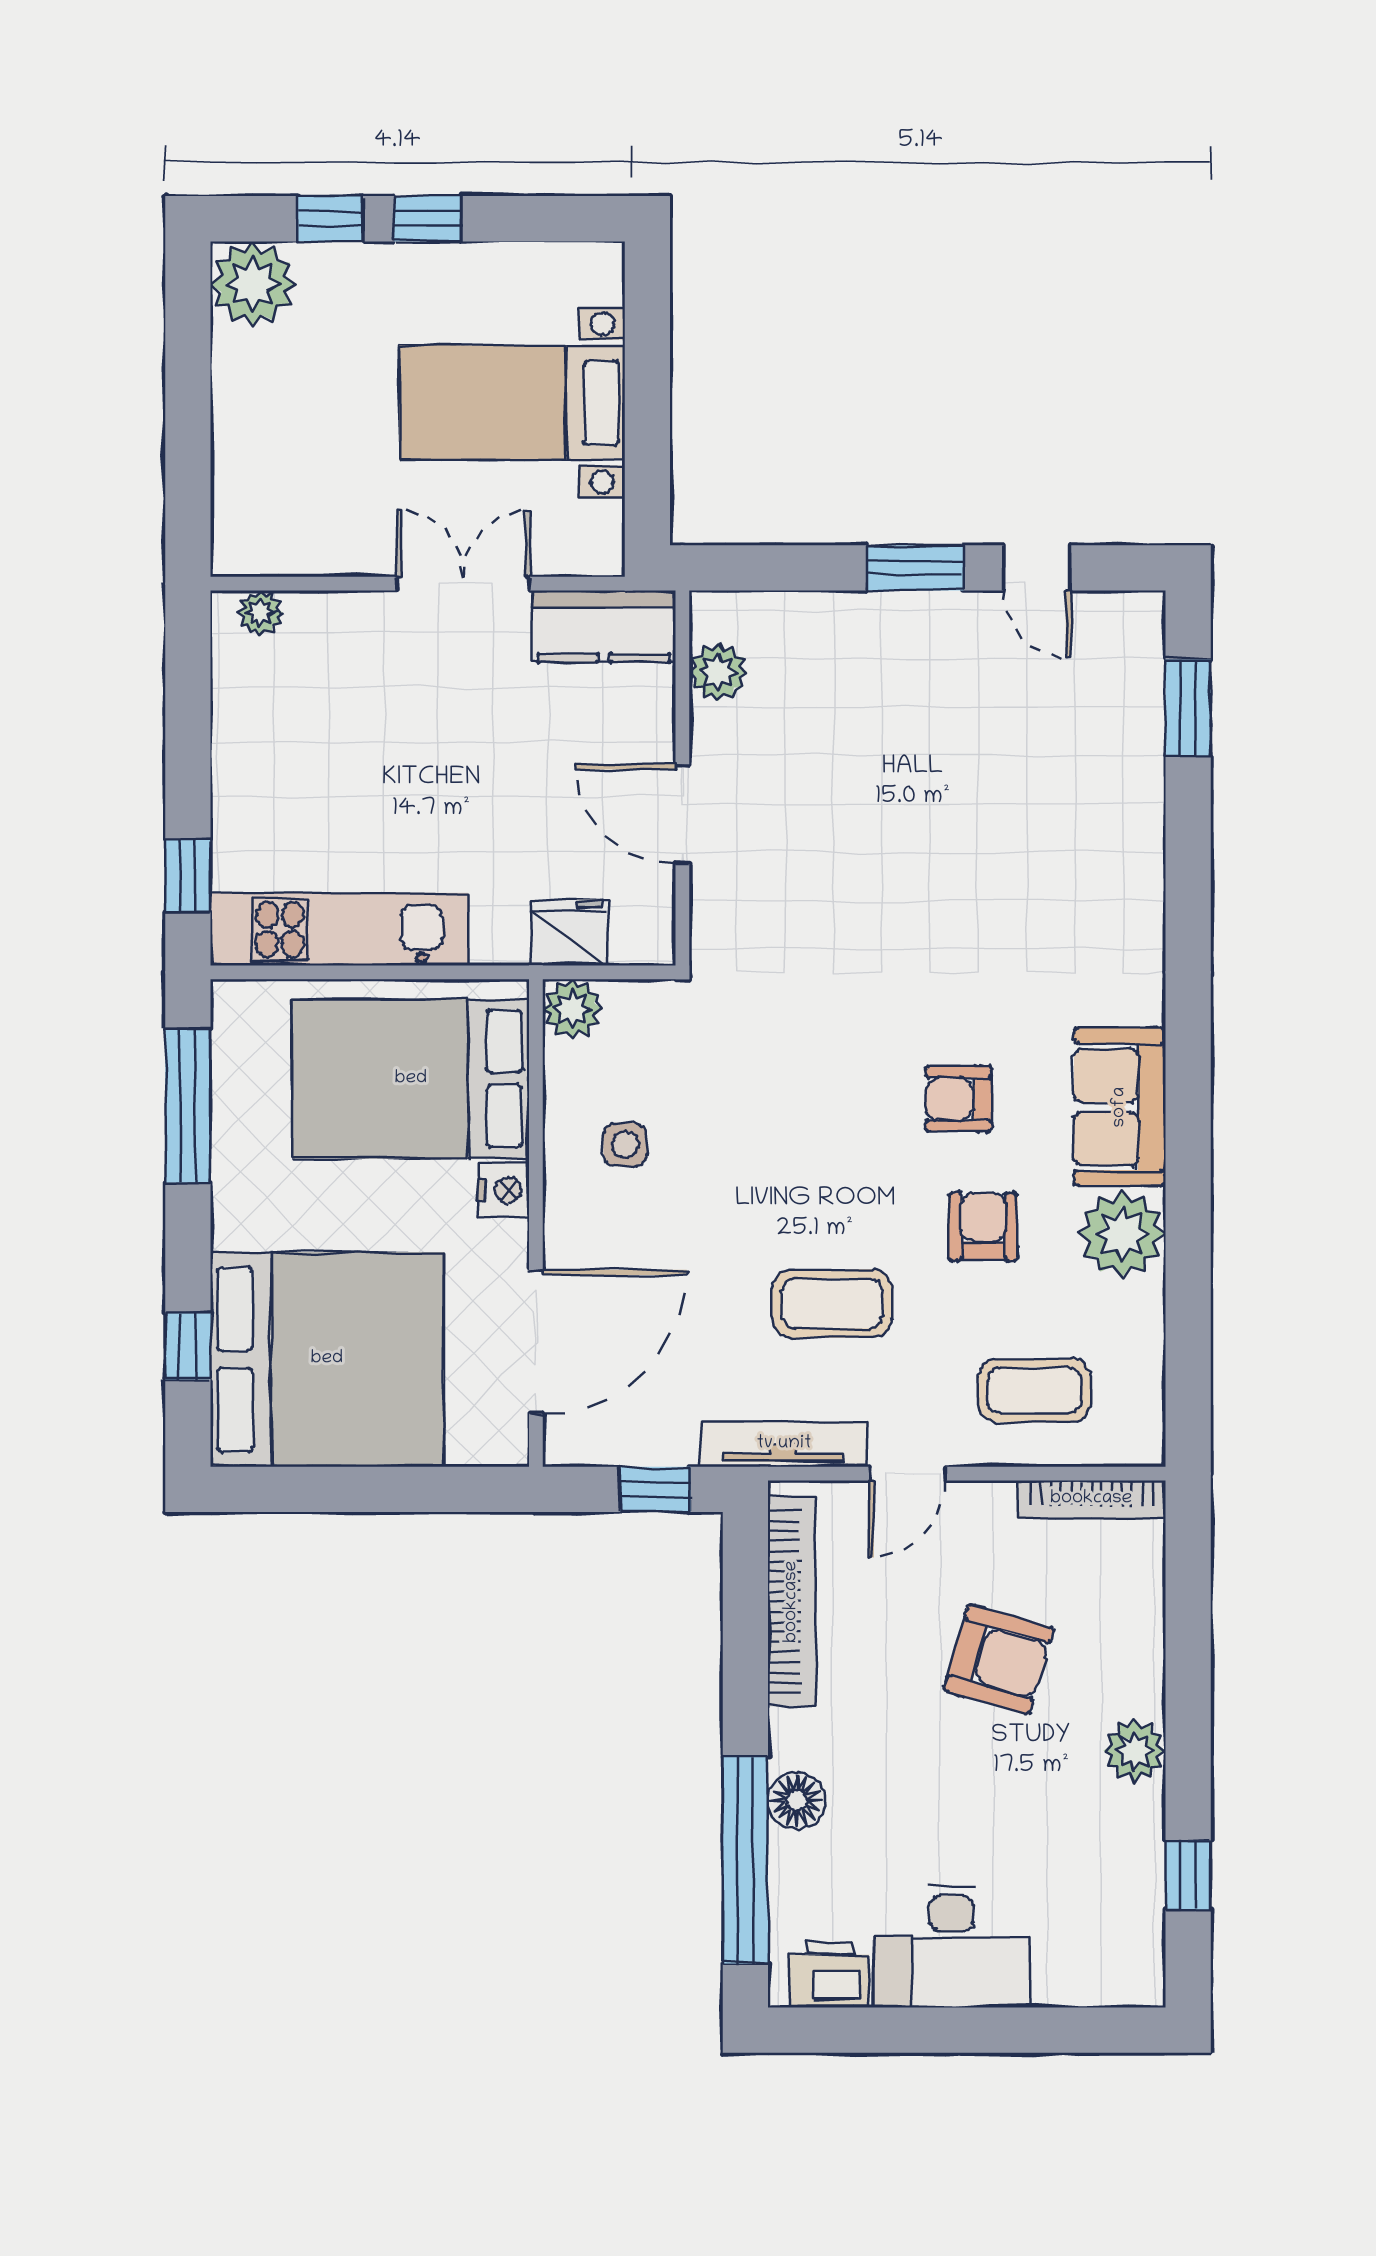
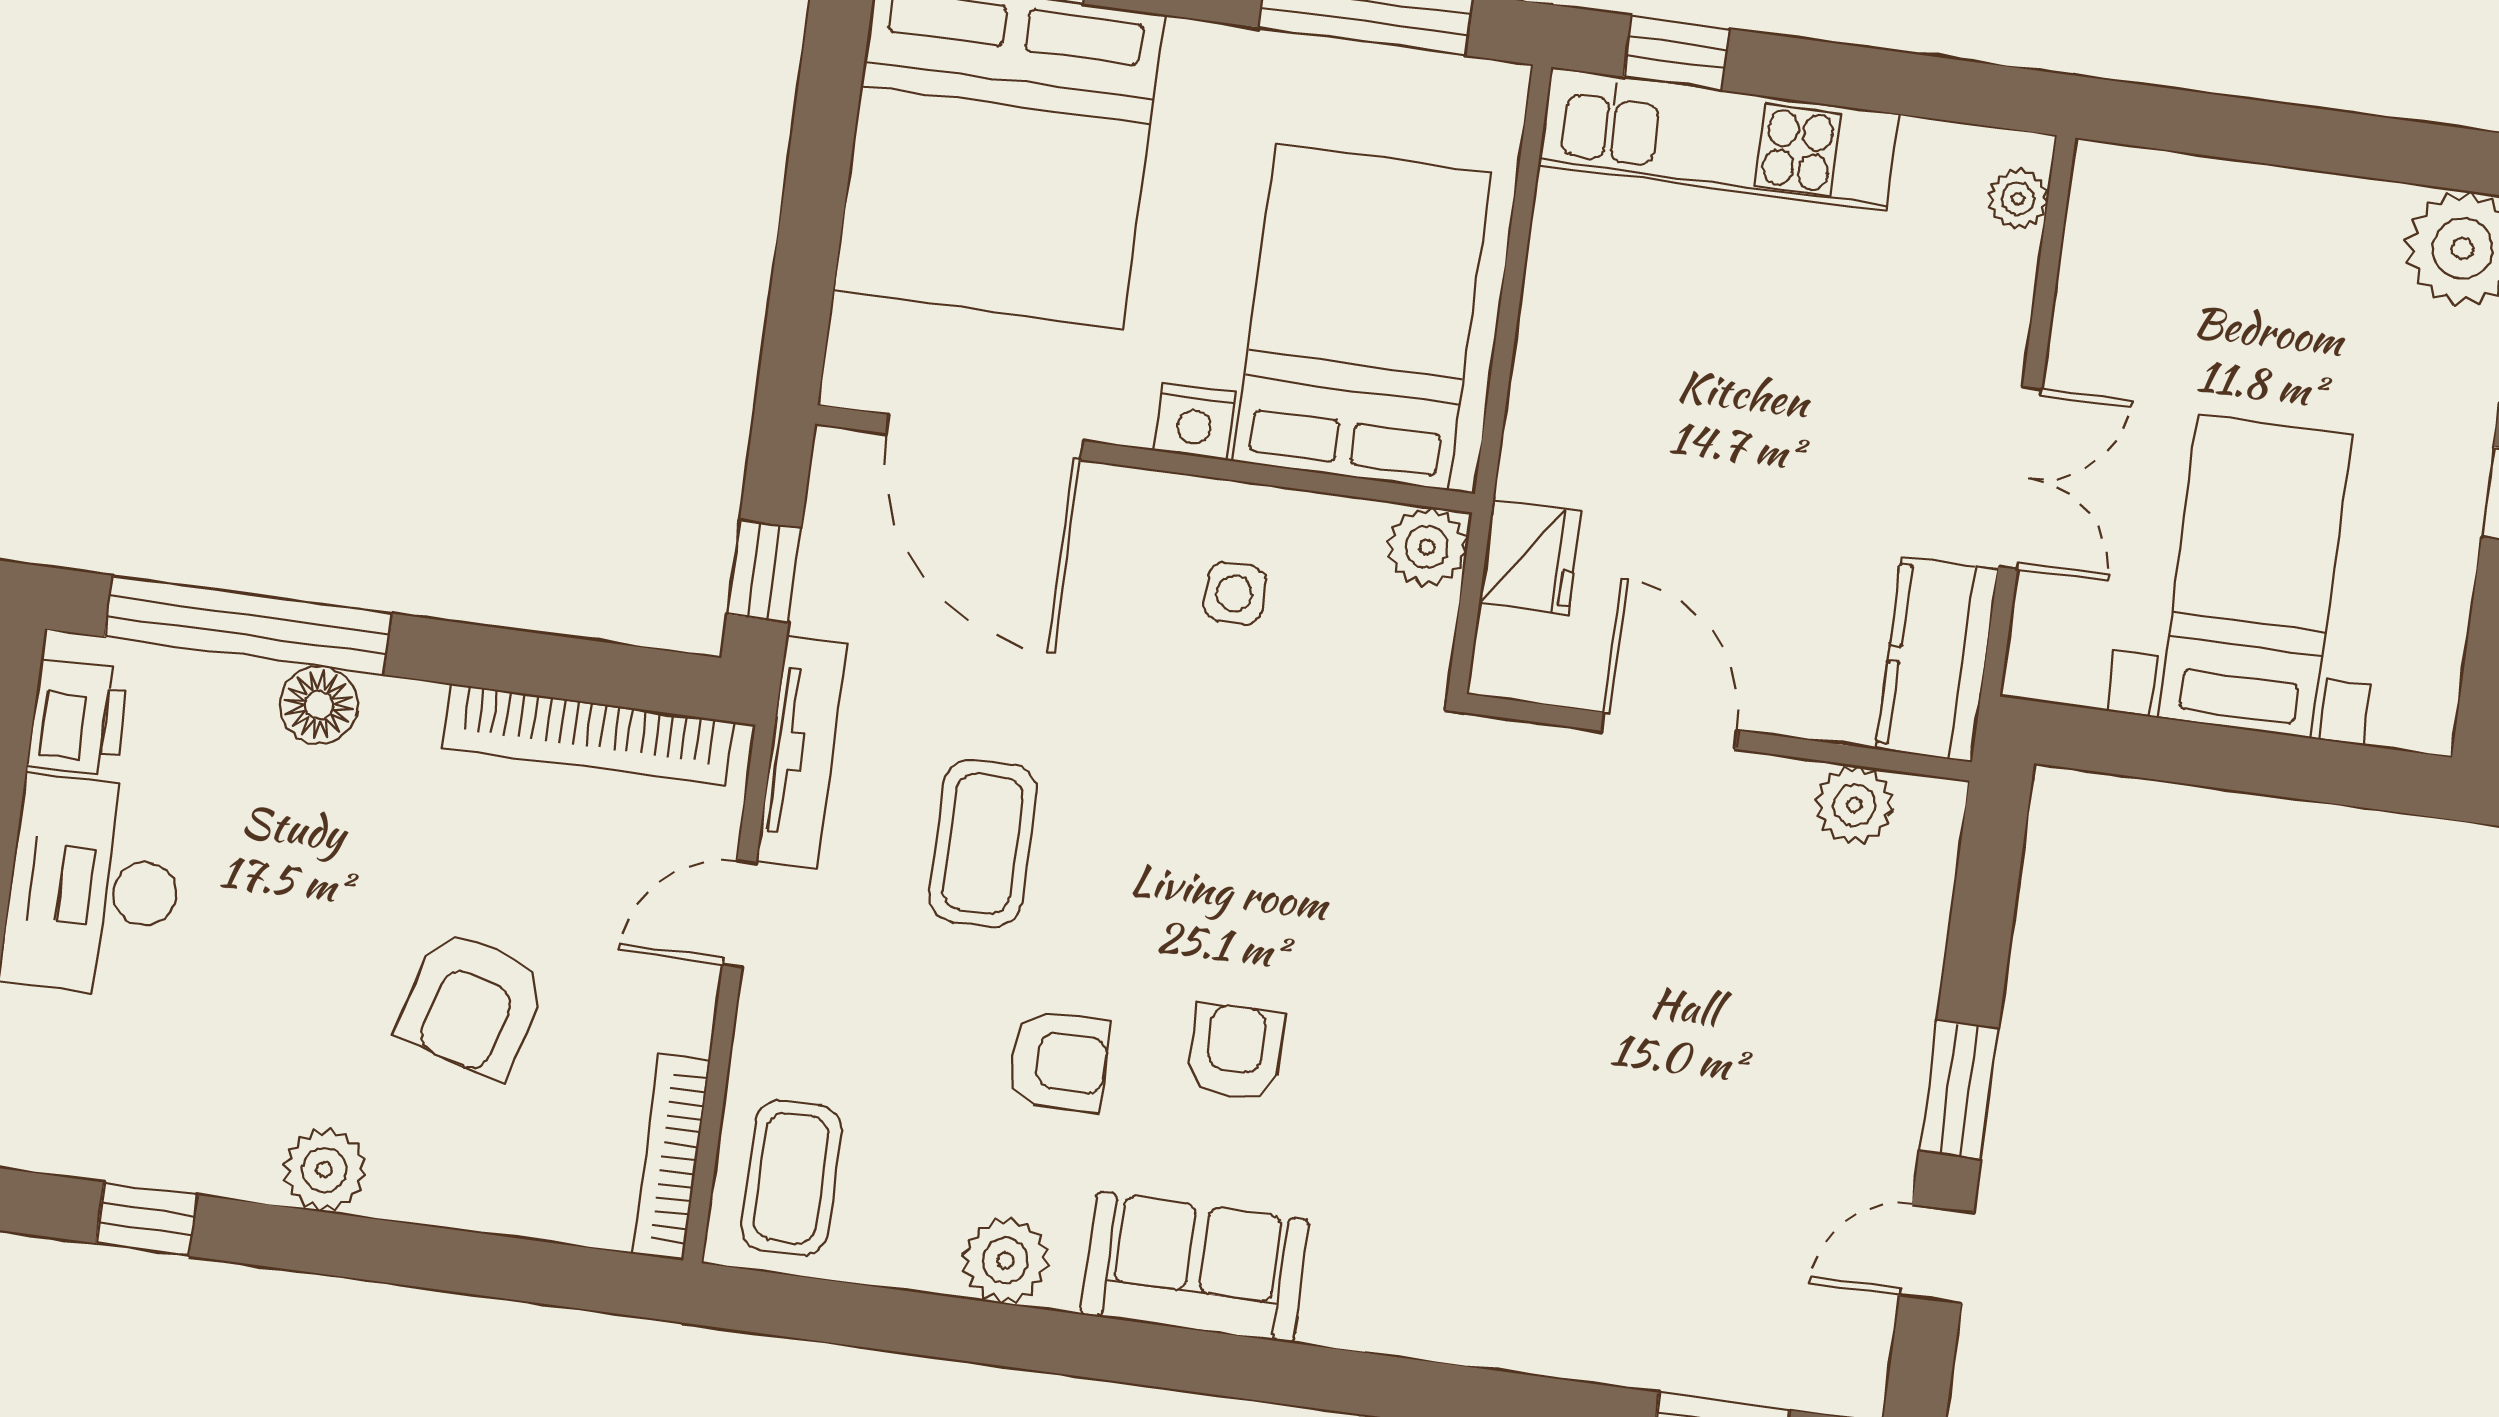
door: (682, 814) -> (1669, 731), hinge flipped
kitchen unit: (339, 929) -> (1718, 139), moved, turned 90
plant: (1122, 1234) -> (1006, 1261), width x0.73, depth x0.73
coffee table: (1034, 1390) -> (791, 1178), moved
door: (907, 1474) -> (739, 914), hinge flipped

